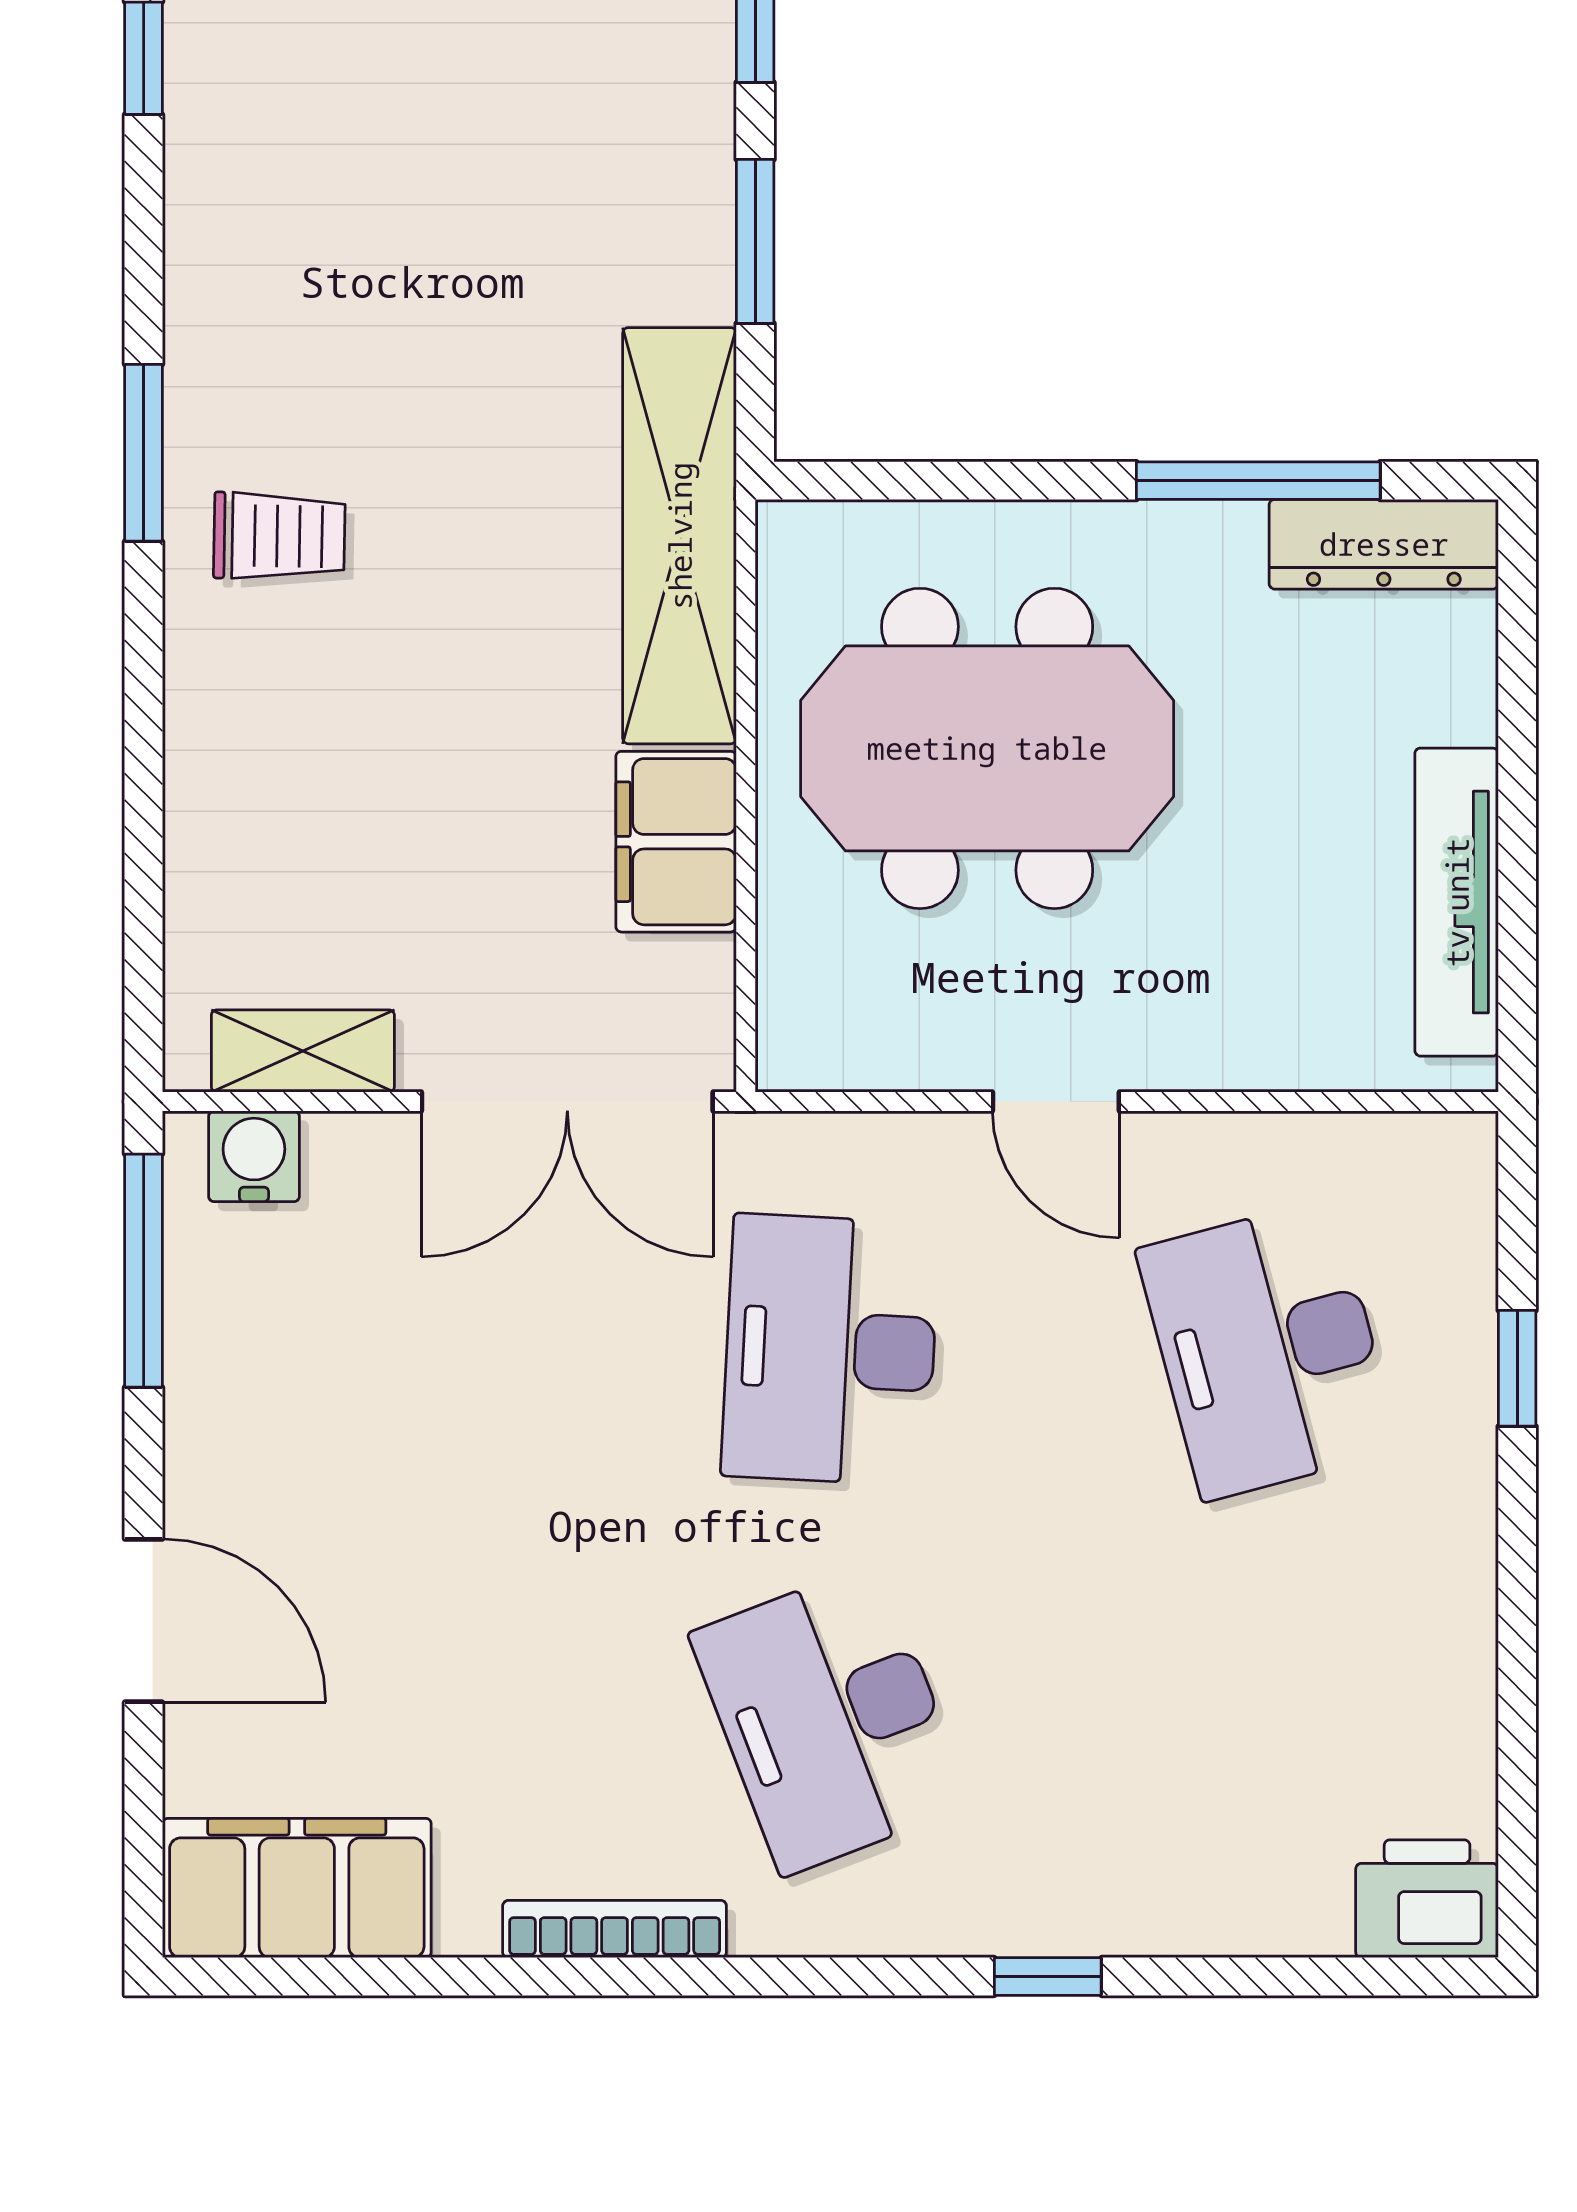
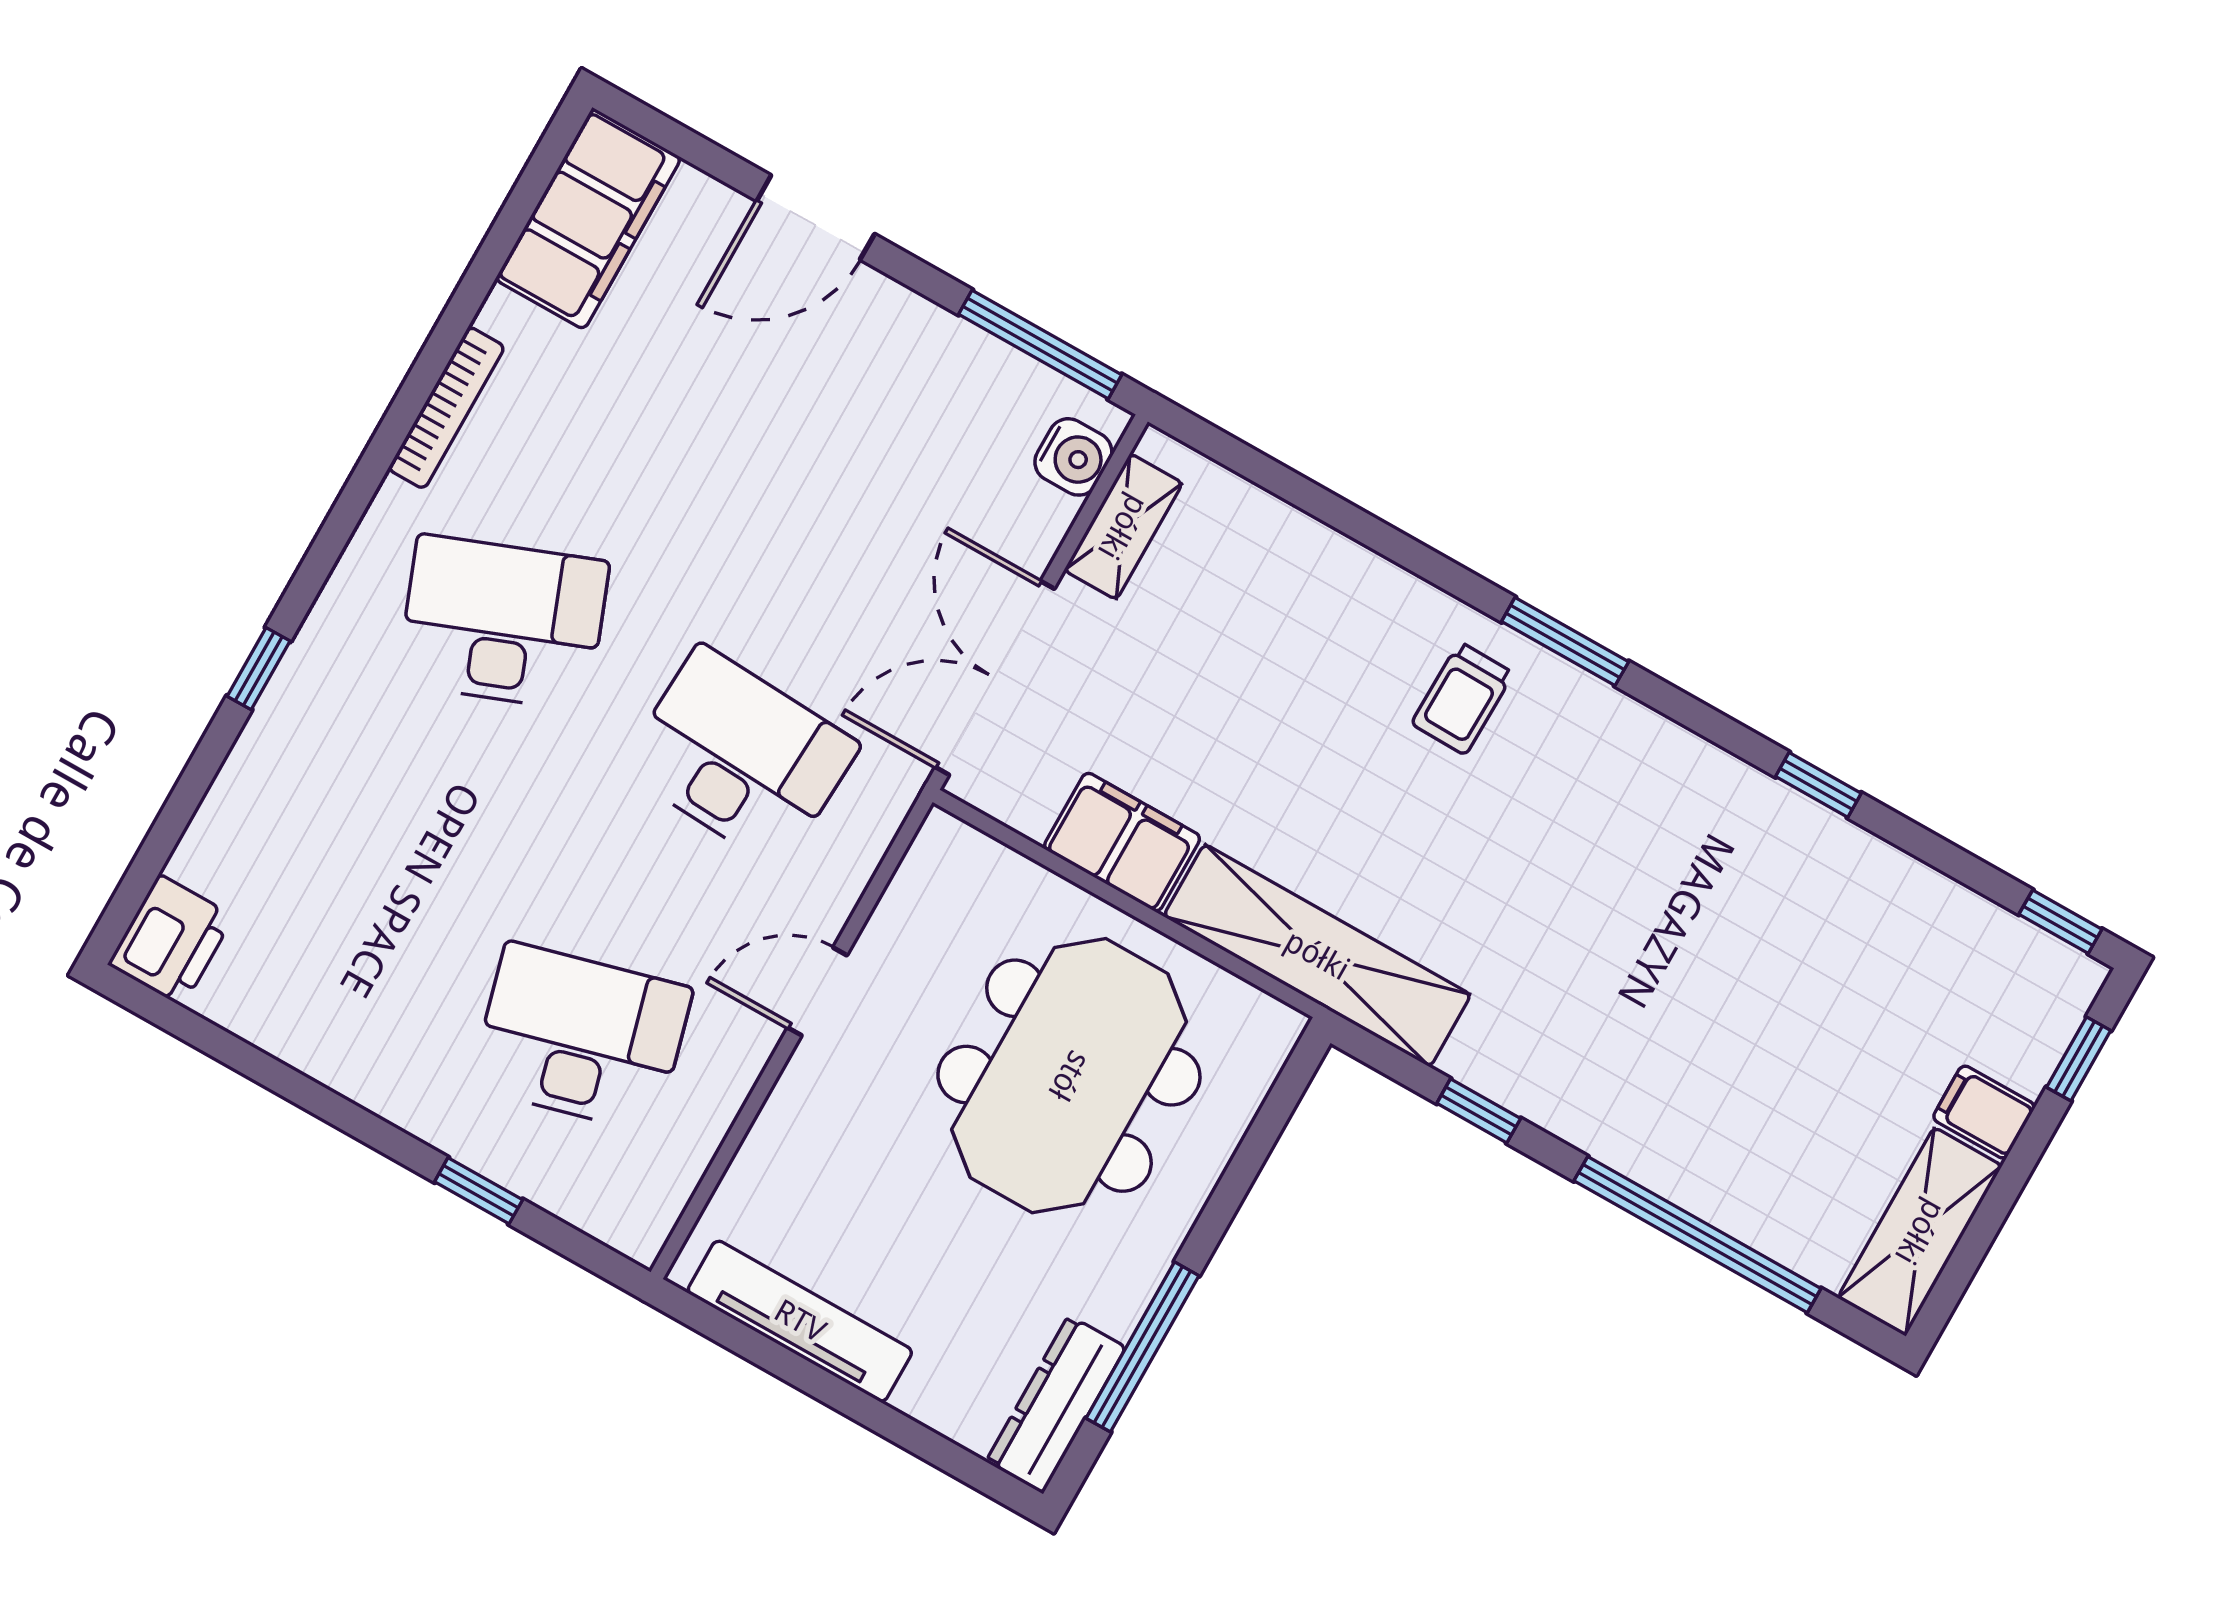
window: (755, 241) -> (1479, 1111), width x0.67

